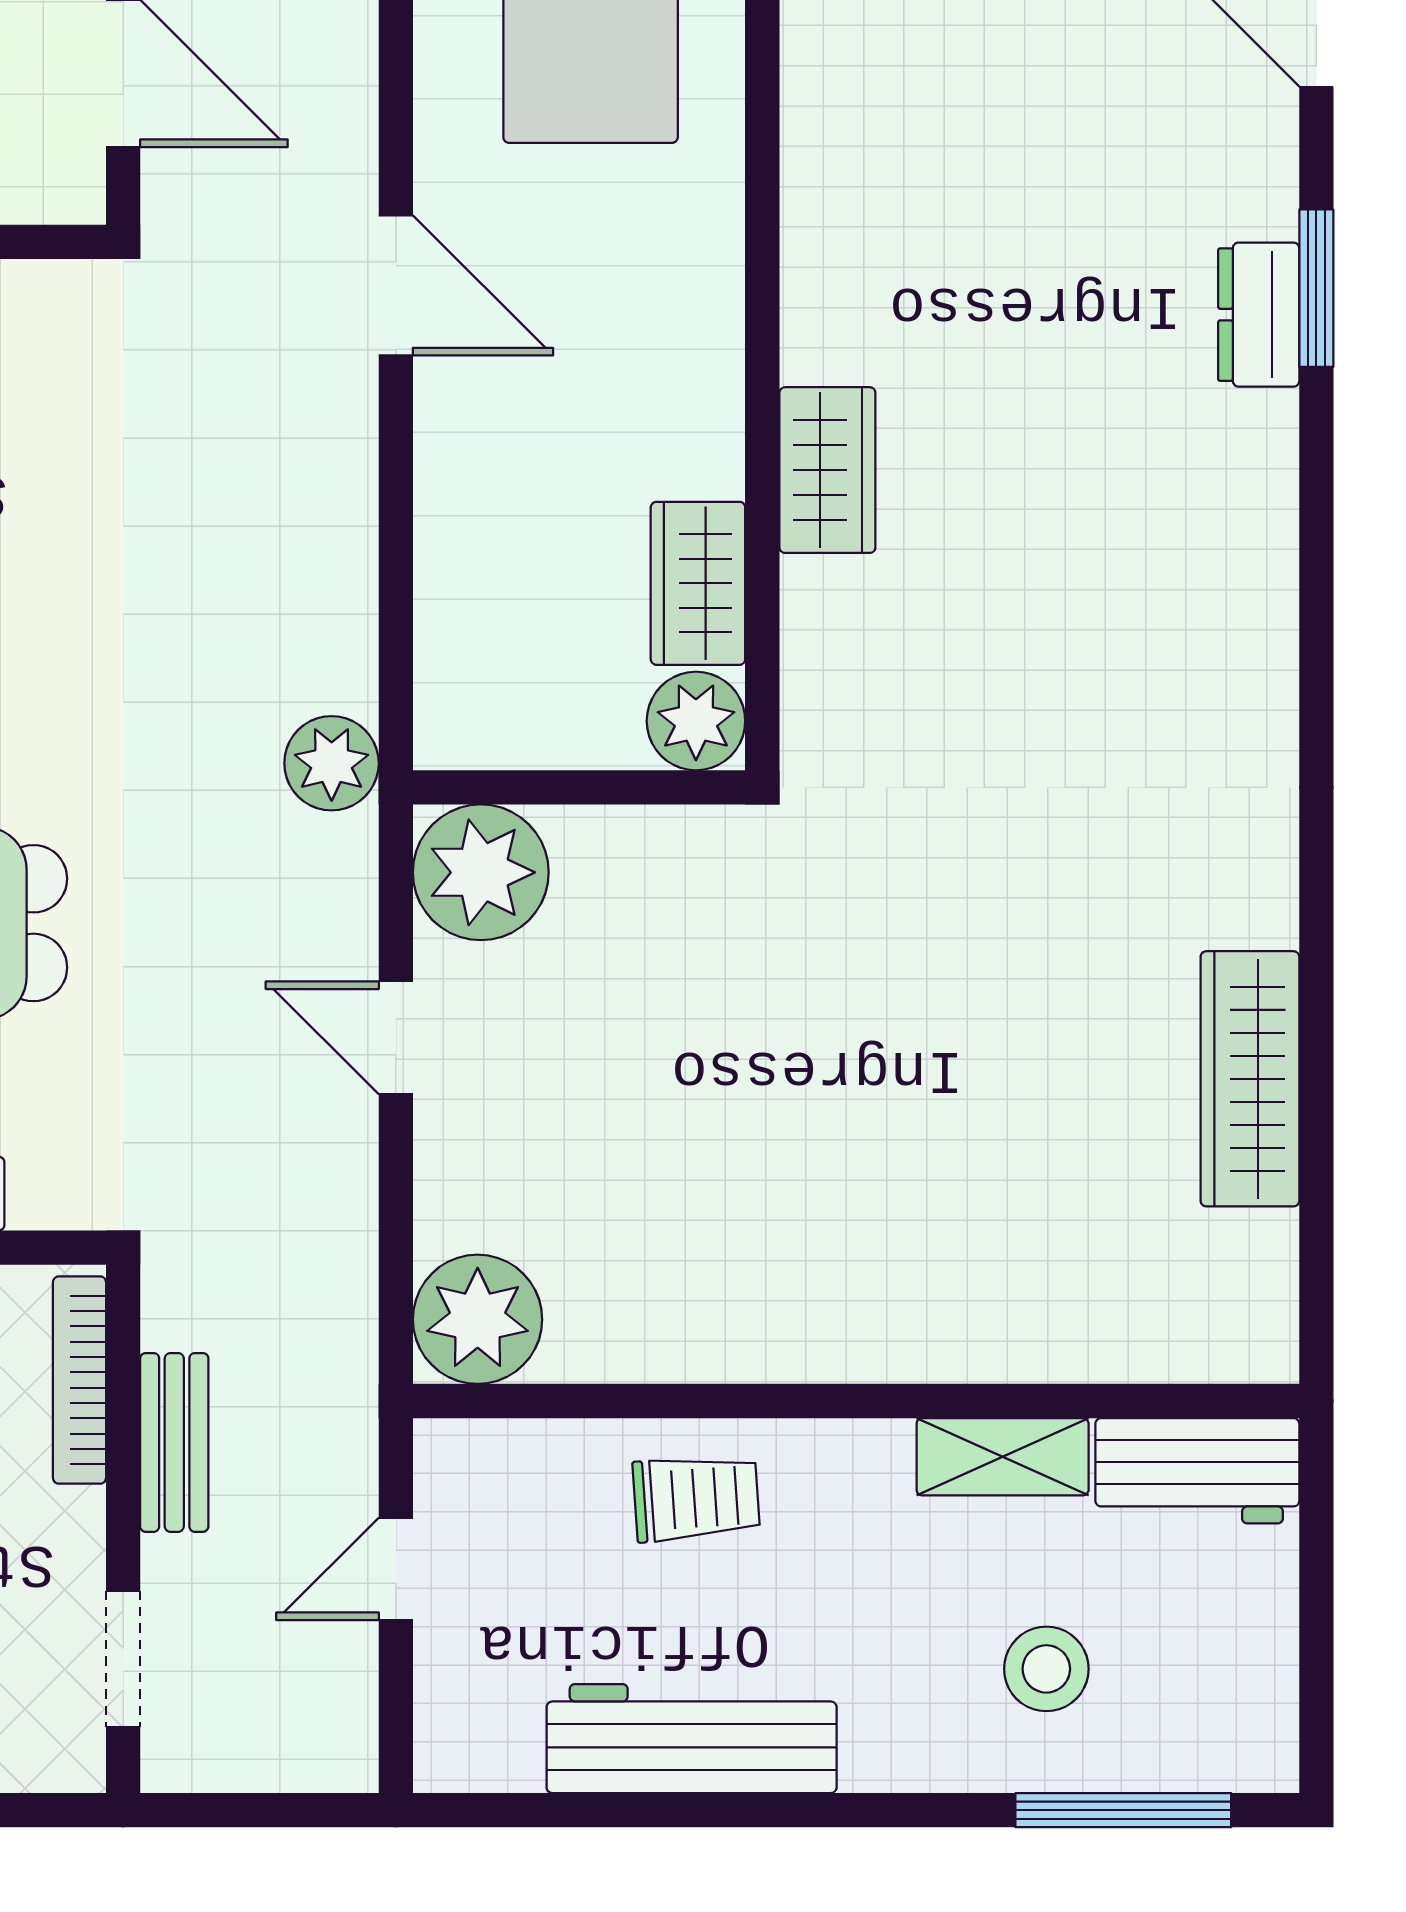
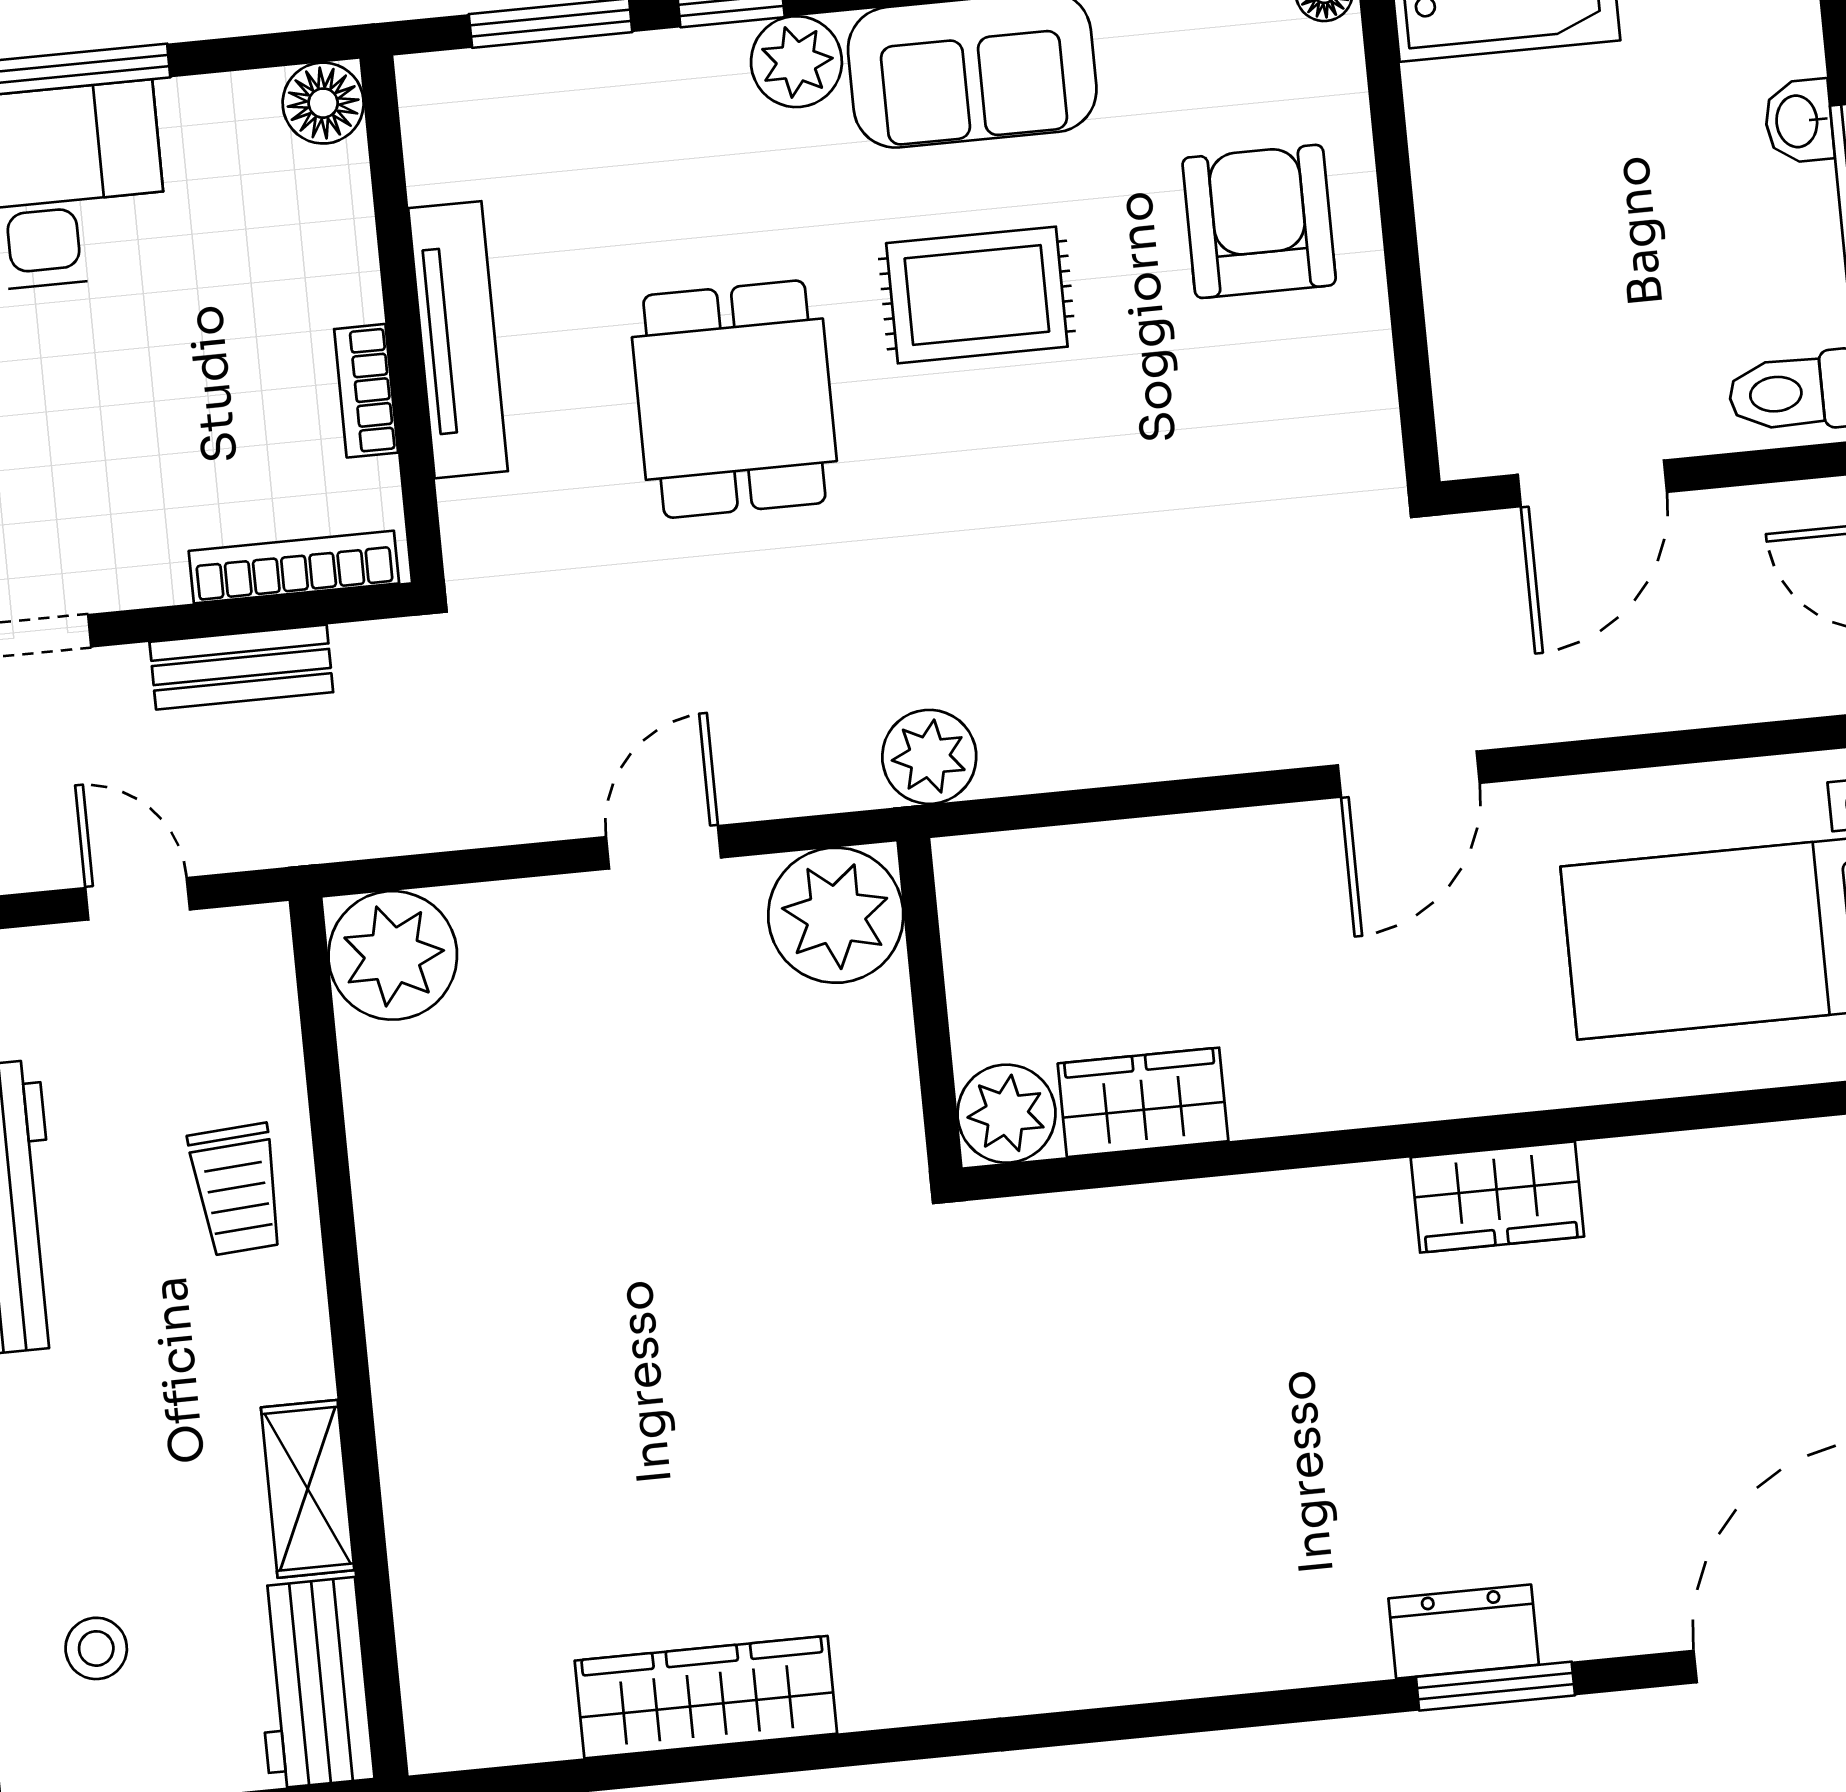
wardrobe: (827, 470) -> (1497, 1197), moved
stool: (1046, 1669) -> (96, 1648), moved, width x0.73, depth x0.73

